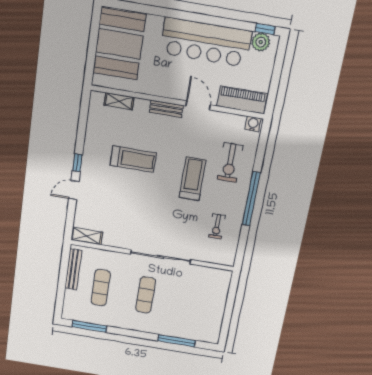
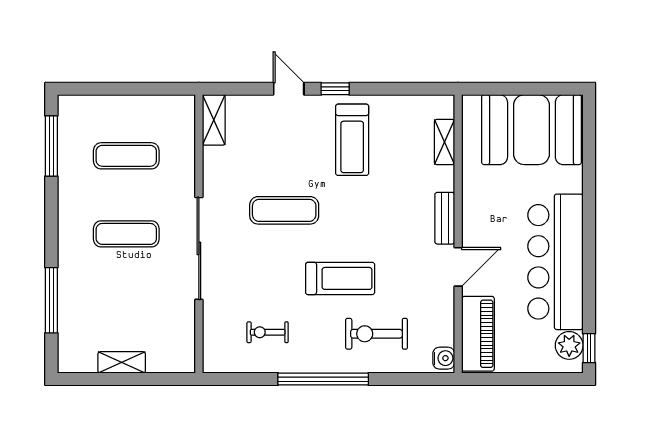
treadmill: (133, 159) -> (352, 140), moved
exercise mat: (146, 205) -> (284, 210), added
bench: (73, 269) -> (151, 105), removed
shelving: (219, 310) -> (122, 362), added

